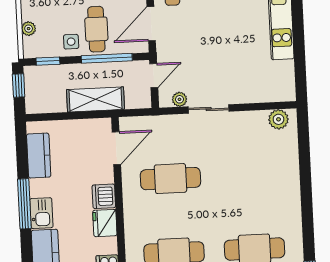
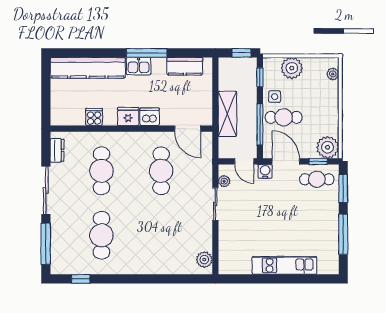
plant: (29, 29) -> (292, 68), width x1.88, depth x1.88
water cooler: (165, 49) -> (265, 171), added

